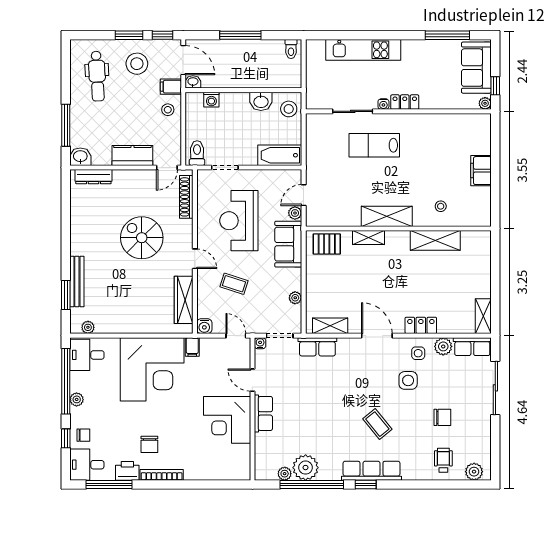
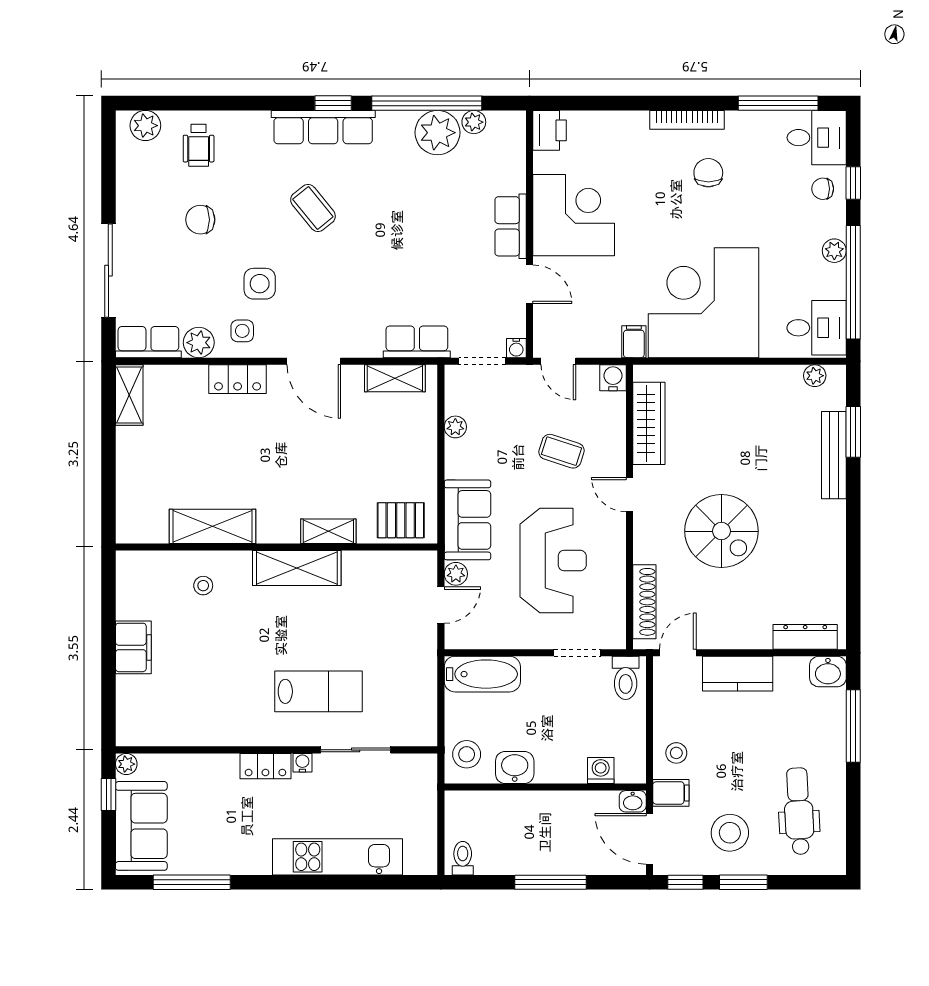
printer: (127, 471) -> (549, 130), moved, turned -90

